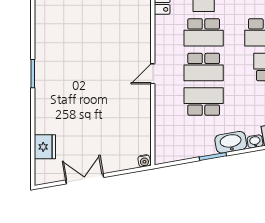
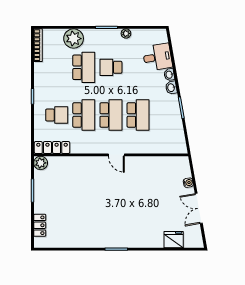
school desk: (204, 102) -> (138, 115), turned 180
washbasin: (231, 142) -> (171, 88), width x0.52, depth x0.69
water cooler: (144, 161) -> (188, 183), moved

